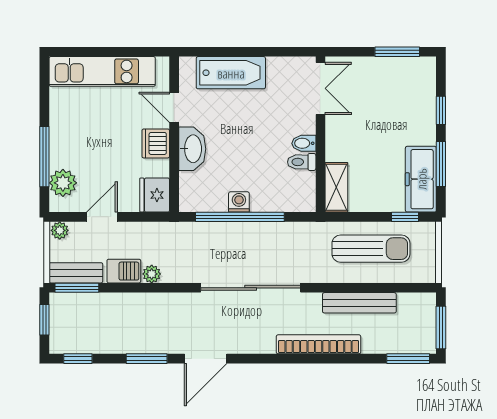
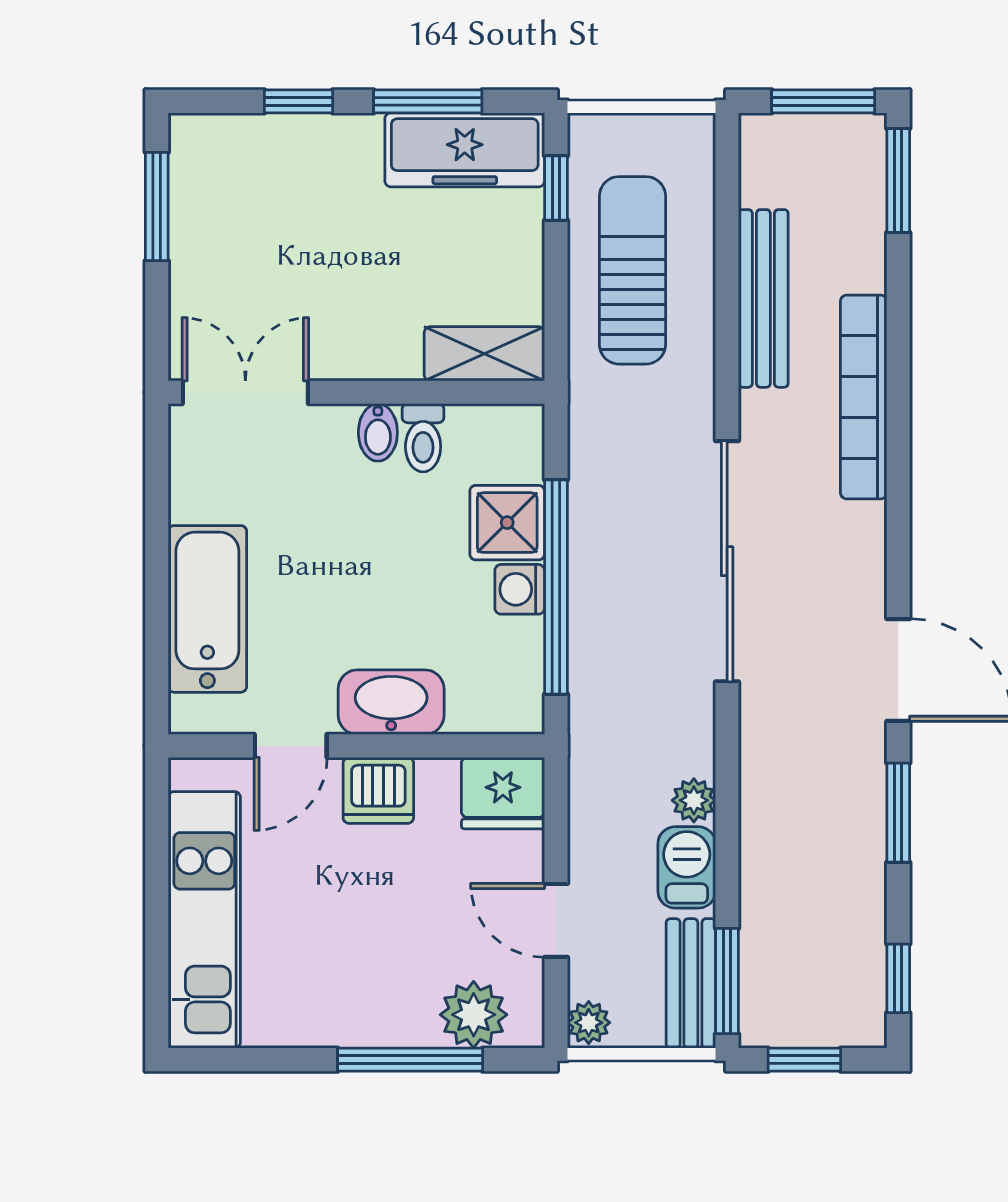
shower: (267, 197) -> (507, 523), added

